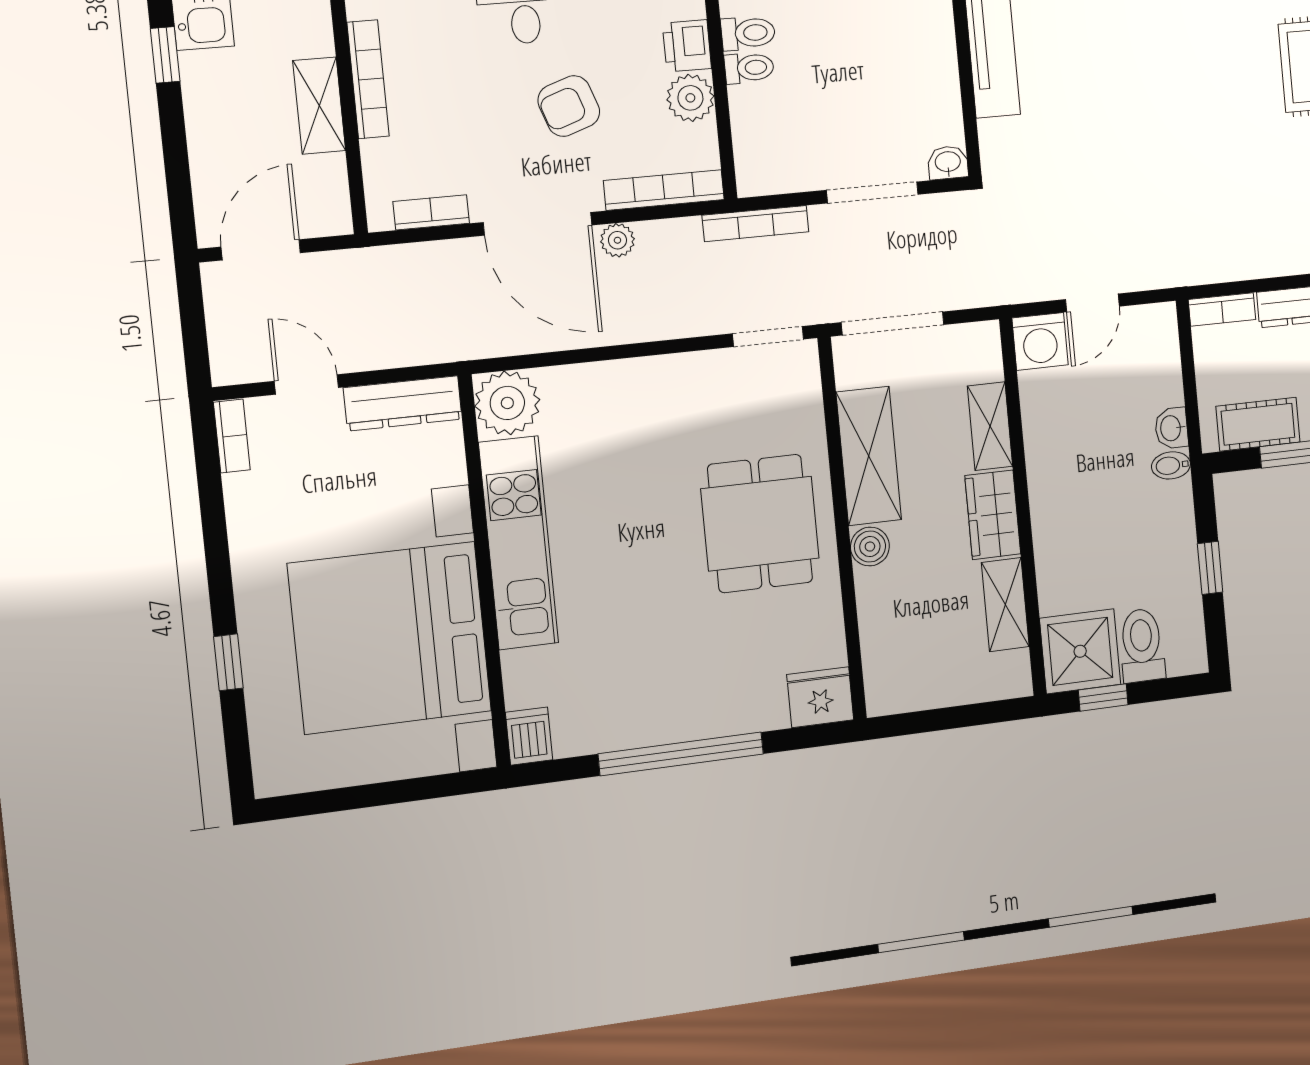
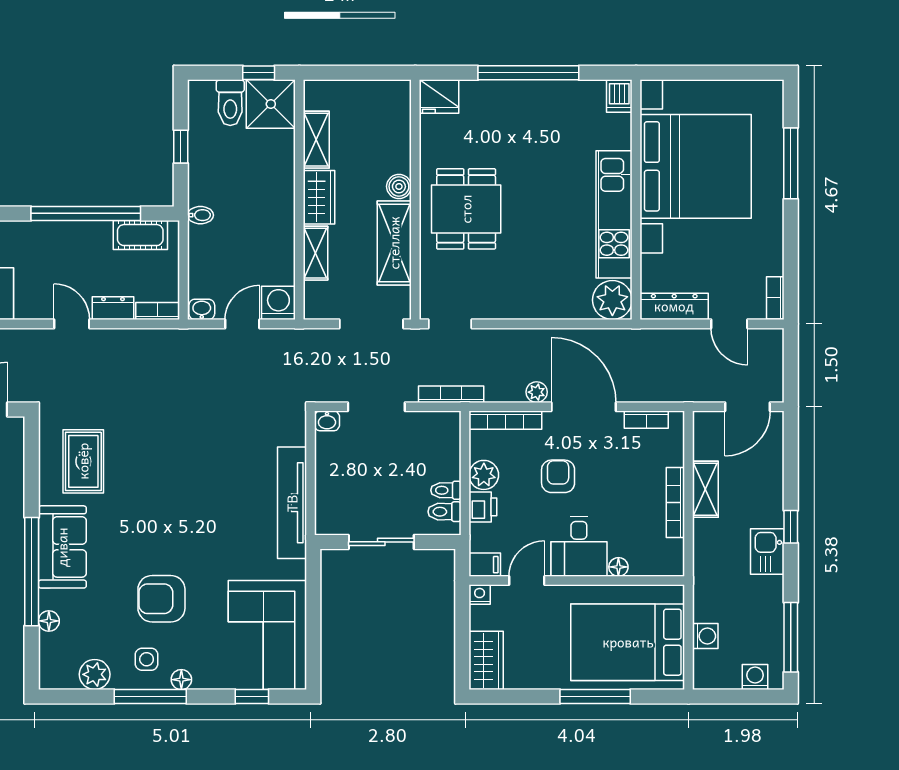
armchair: (569, 106) -> (558, 476), turned -71
washbasin: (1171, 428) -> (202, 309), moved, turned -90
window: (228, 662) -> (791, 163), width x2.17

